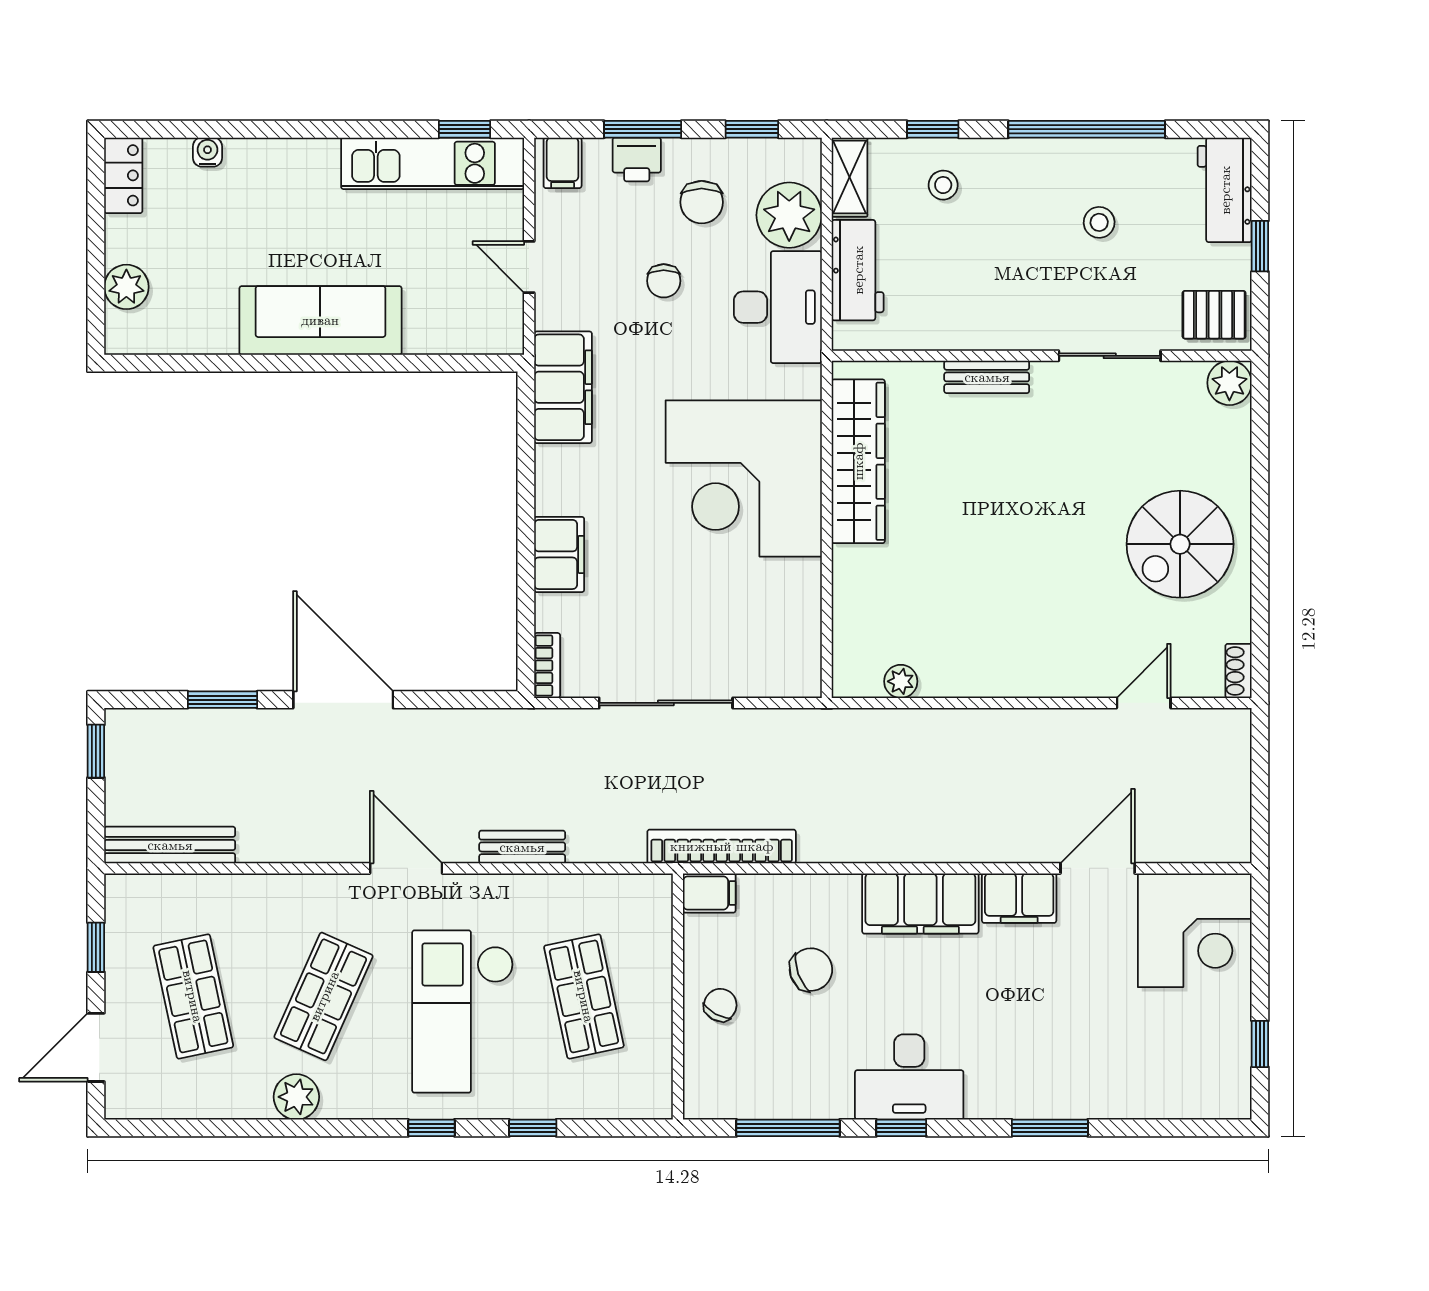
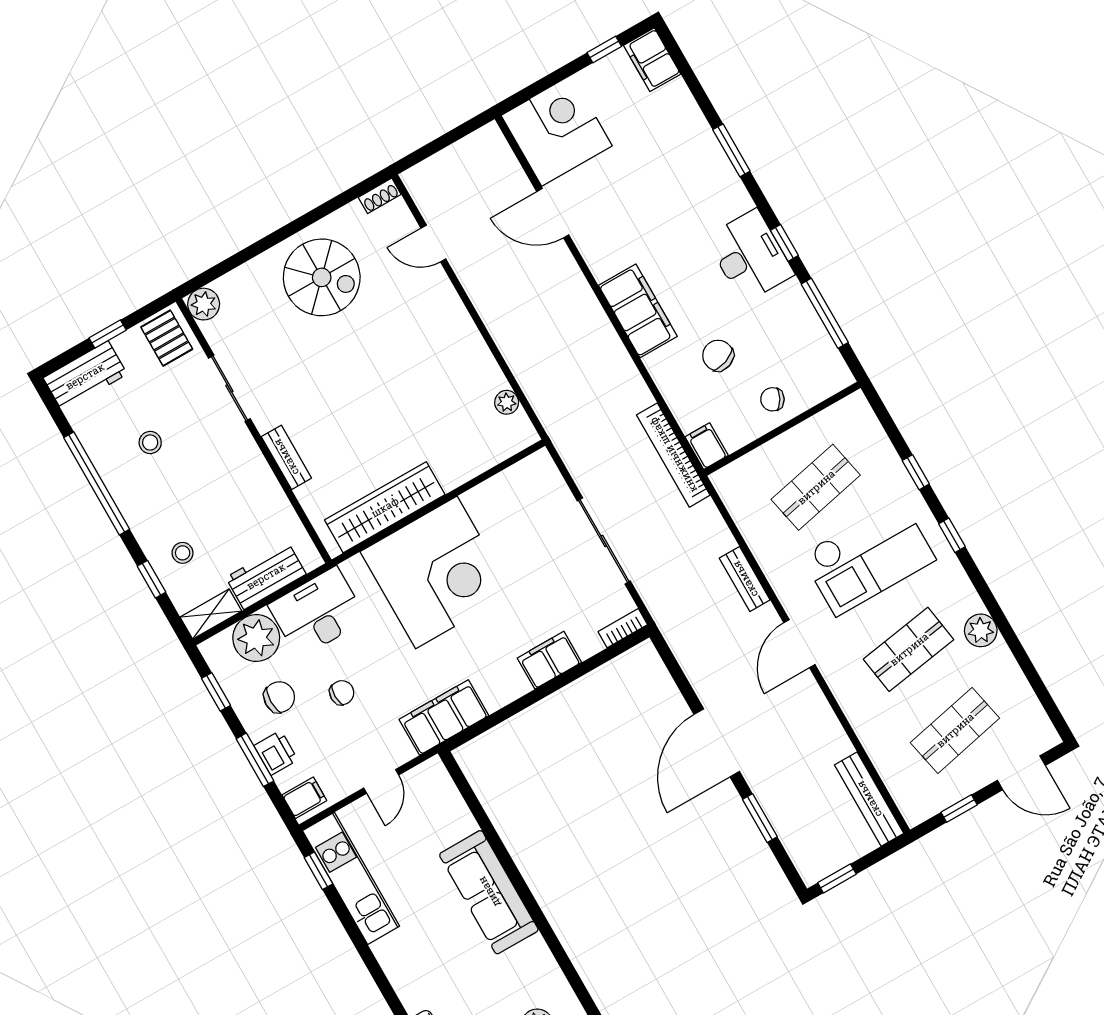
filing cabinet: (1019, 898) -> (652, 60), moved, turned 180
shop shelf: (324, 996) -> (909, 649), turned -33

